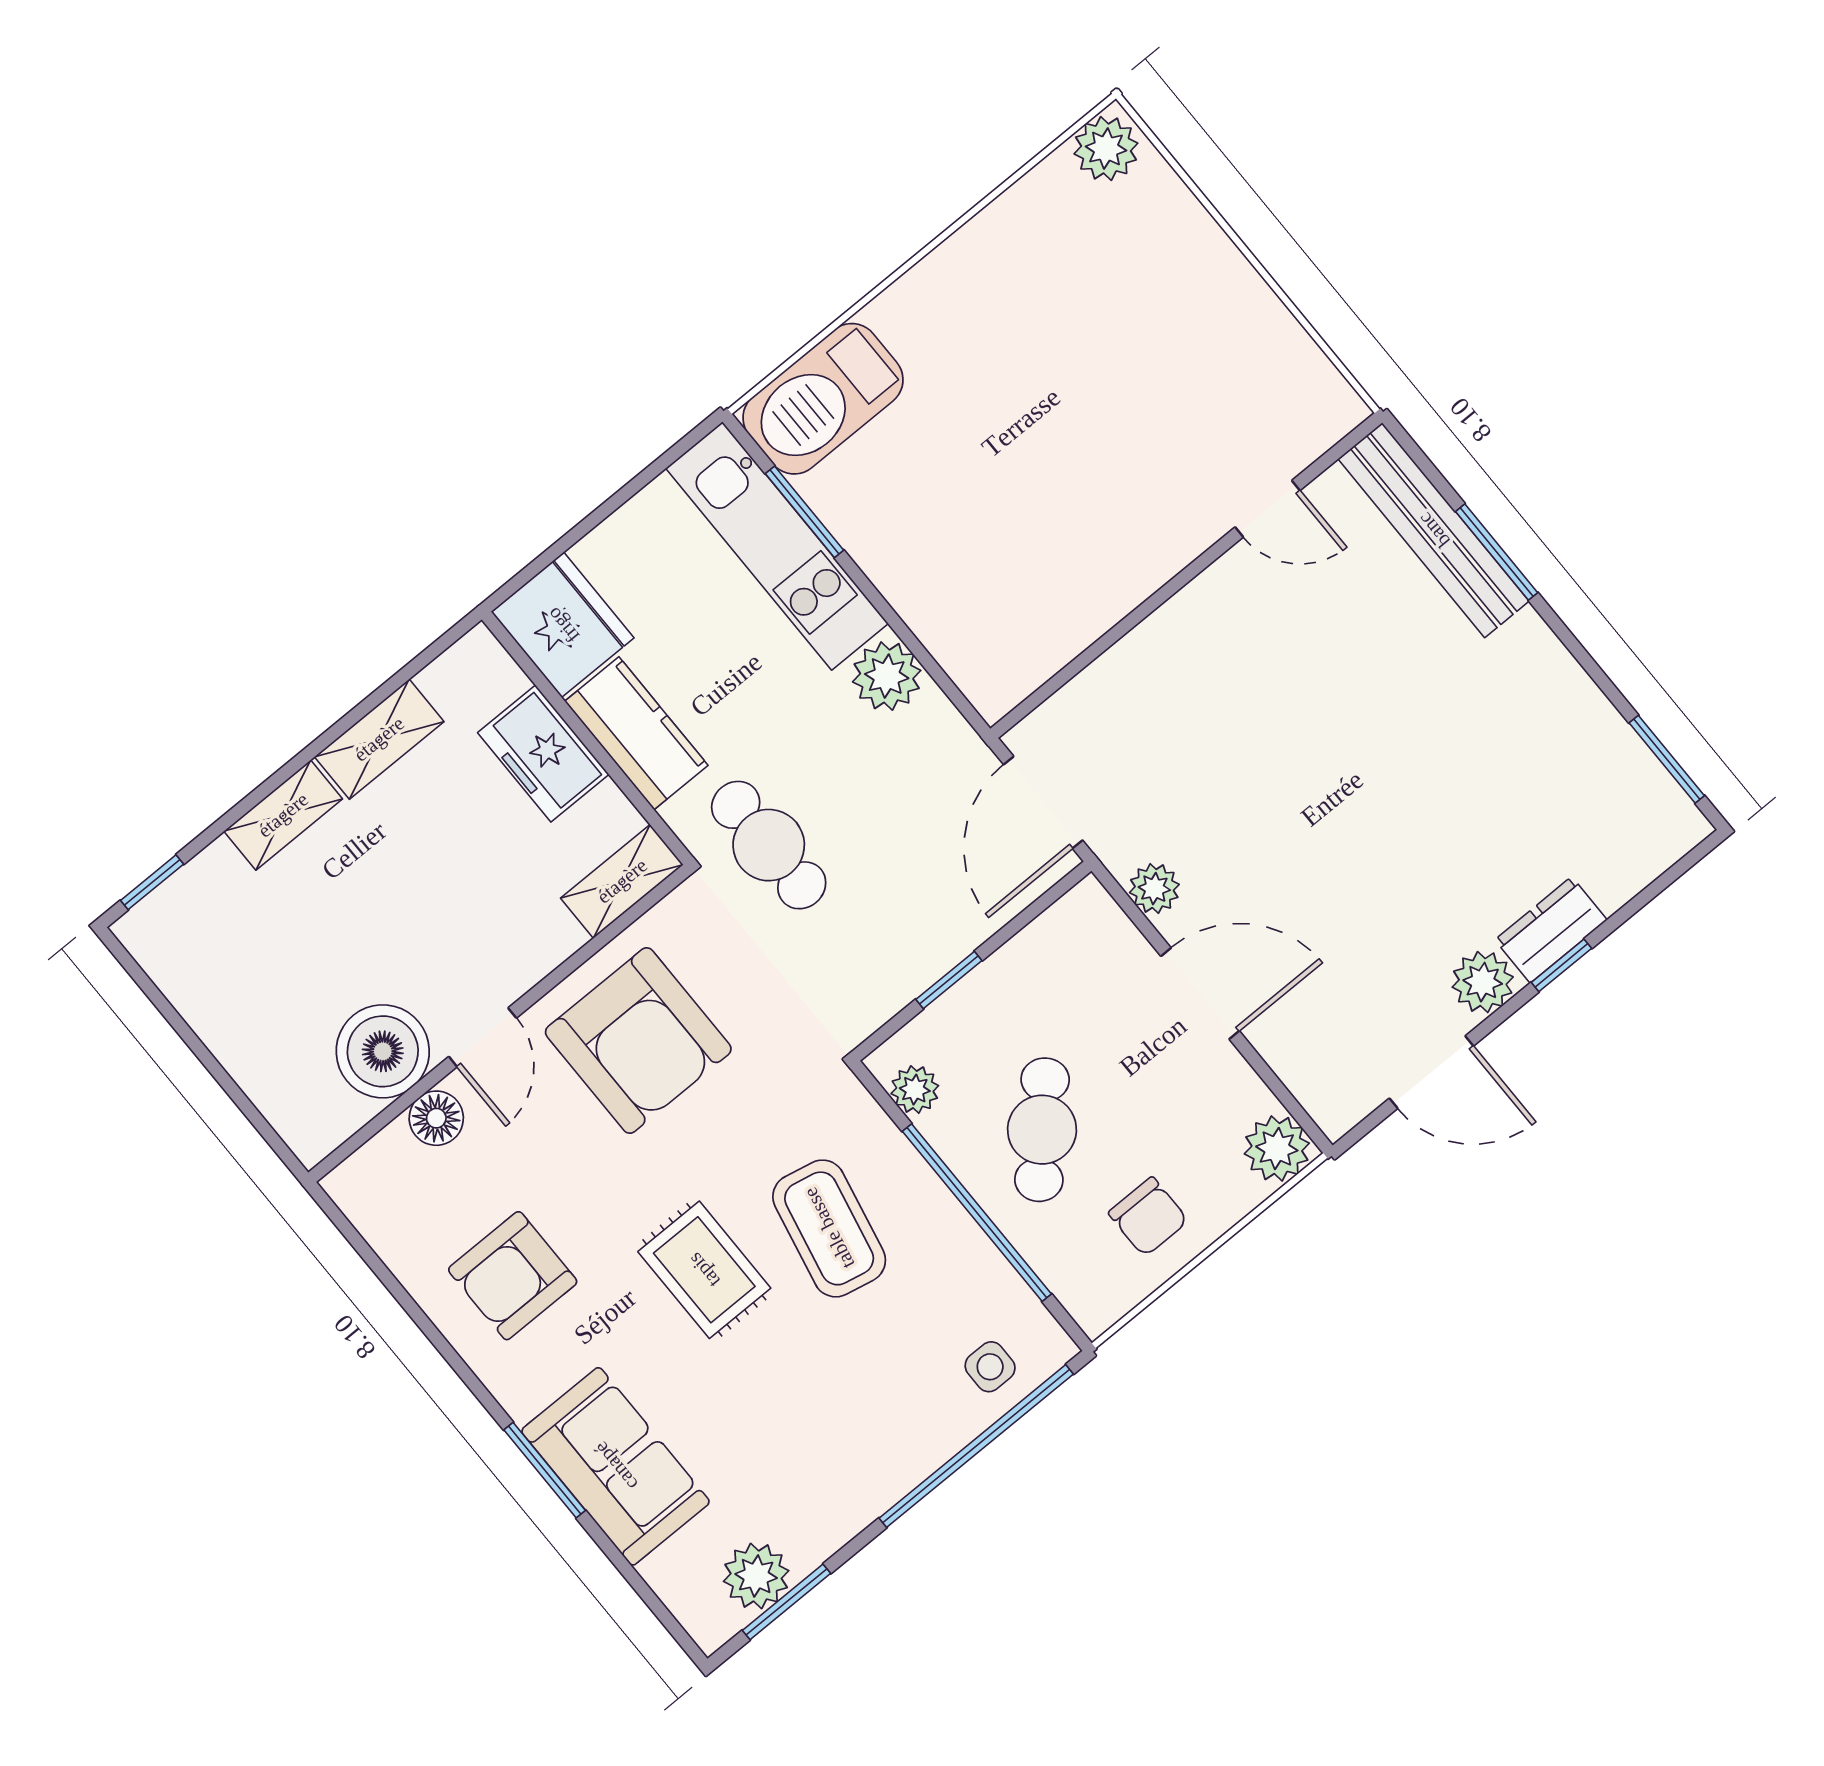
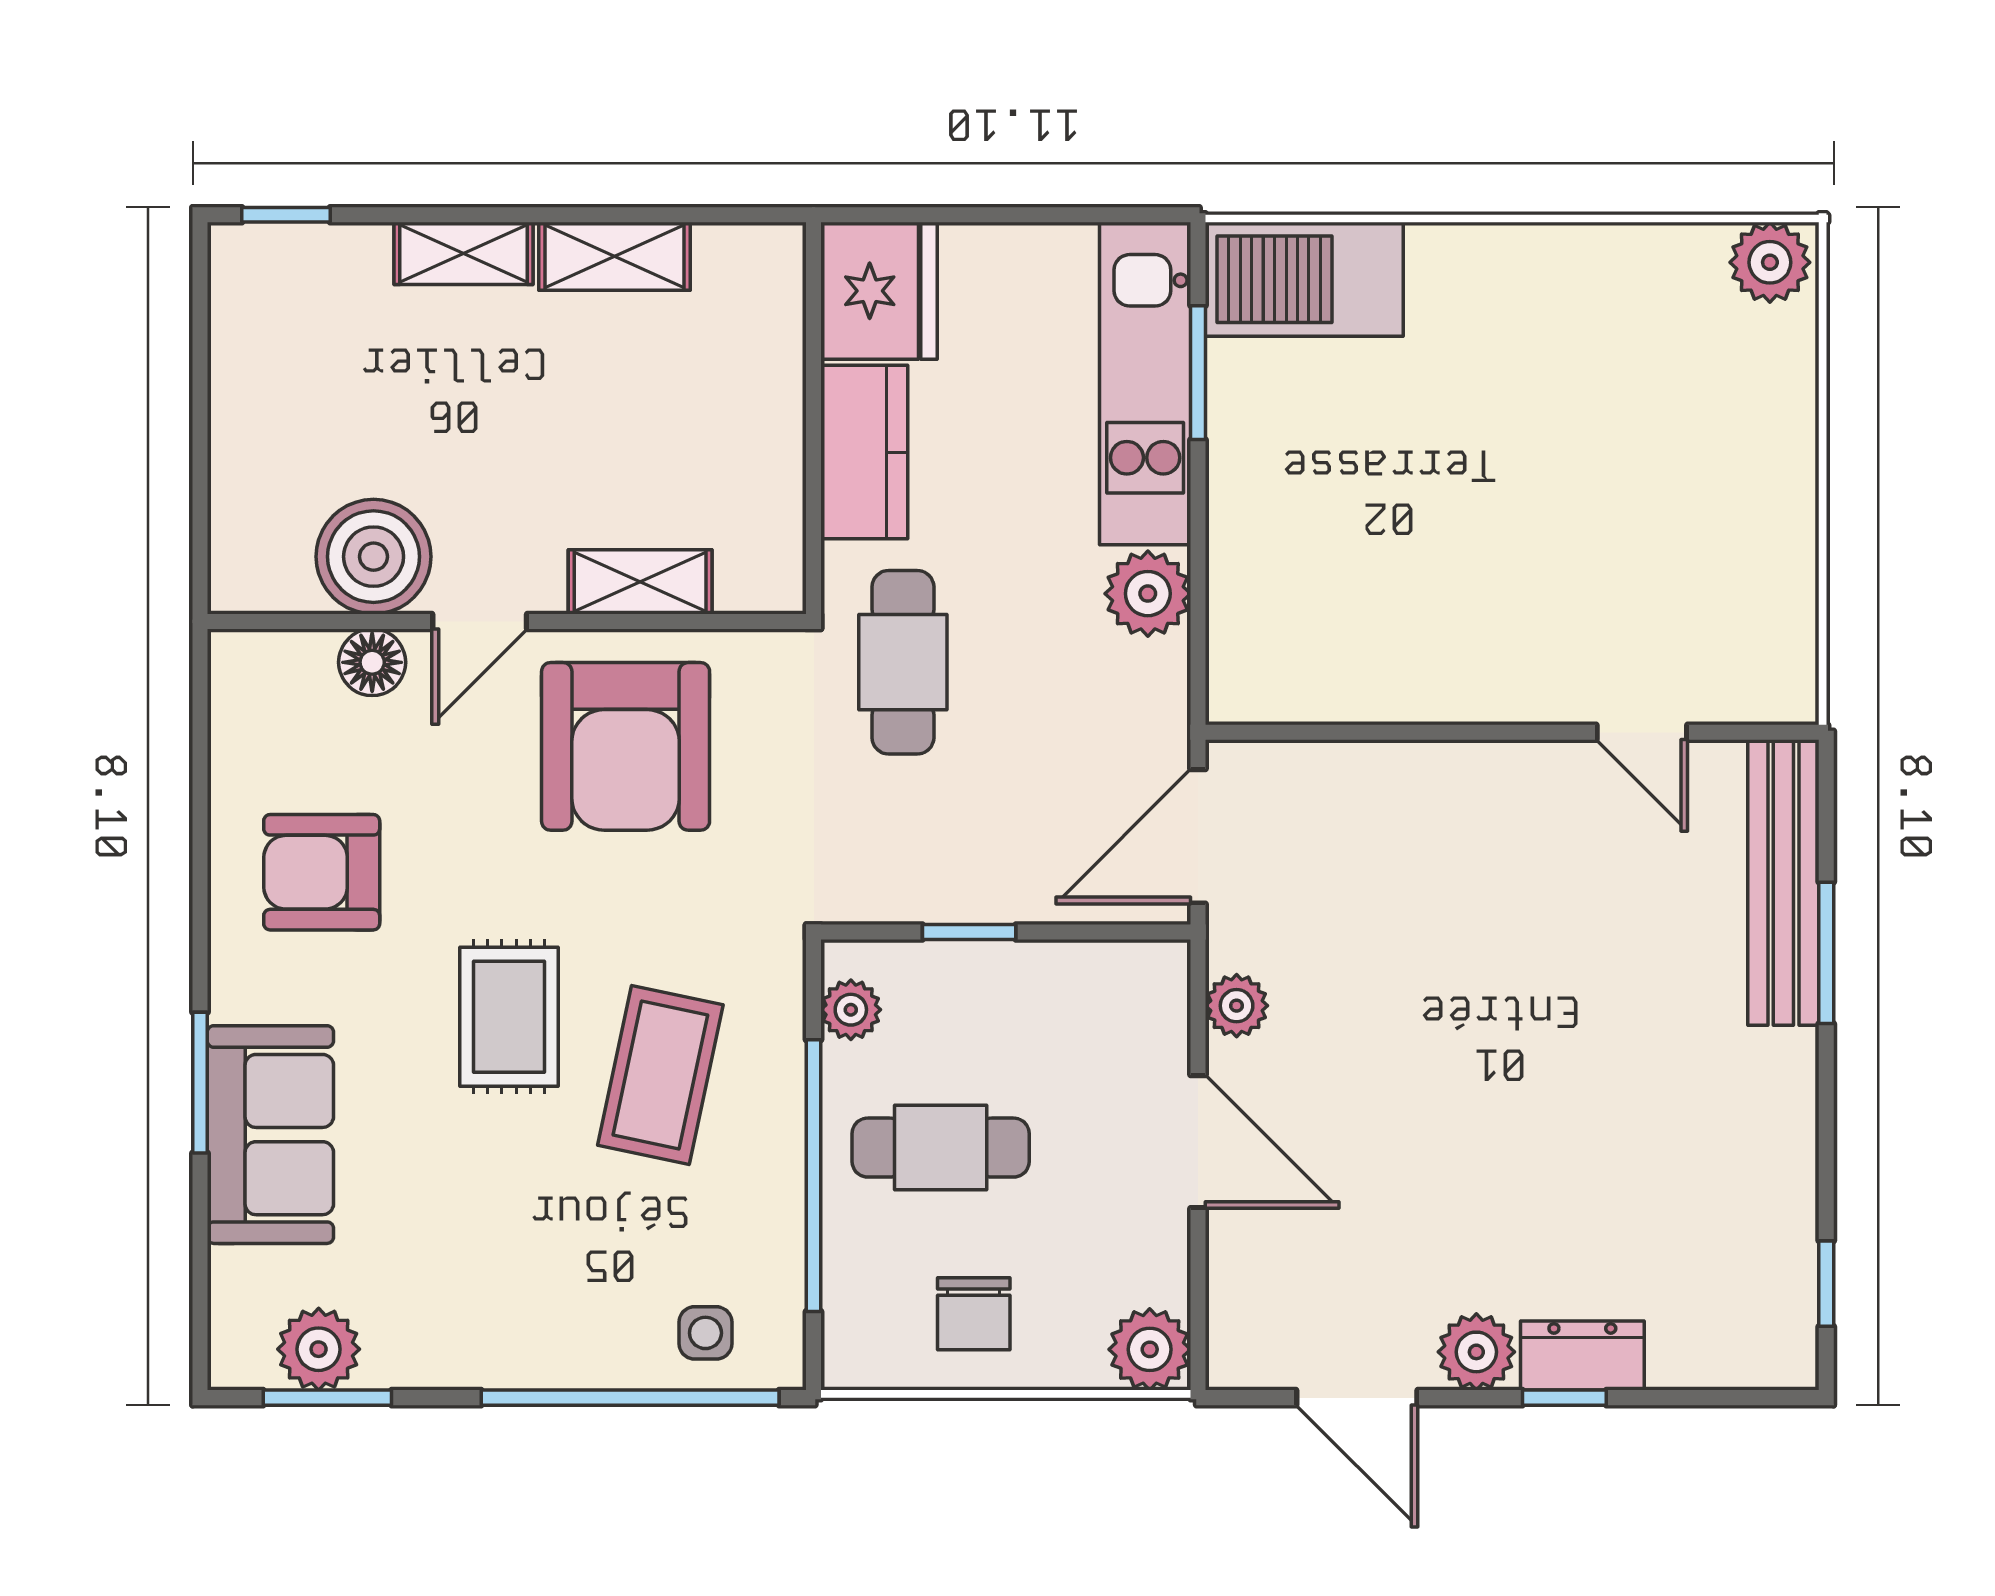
freezer: (543, 754) -> (760, 398), removed
window: (1667, 759) -> (1826, 1284), width x0.67
shelving: (622, 881) -> (640, 582), moved
cafe table: (1042, 1130) -> (941, 1148), turned 47

